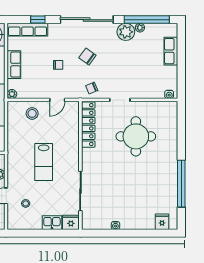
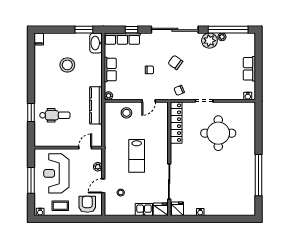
row of seats: (171, 51) -> (249, 69), moved
fridge: (162, 222) -> (178, 209), moved

